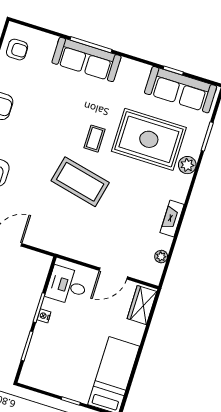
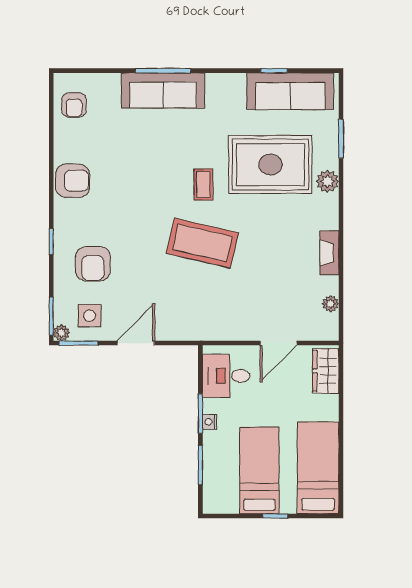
armchair: (17, 50) -> (74, 105), turned 90
bed: (70, 364) -> (259, 470), added

